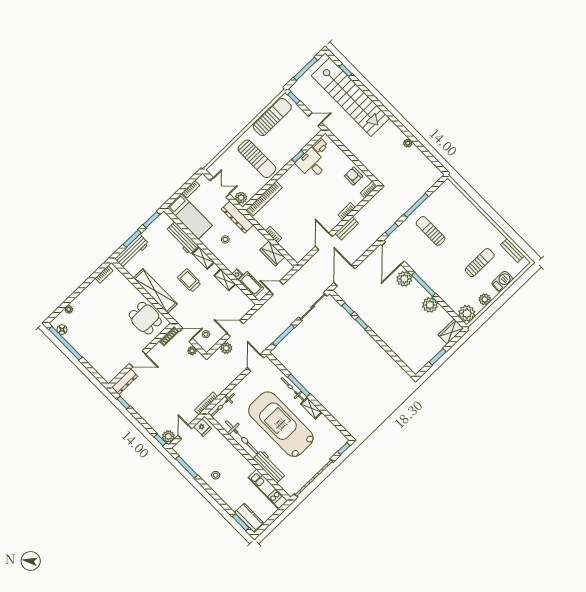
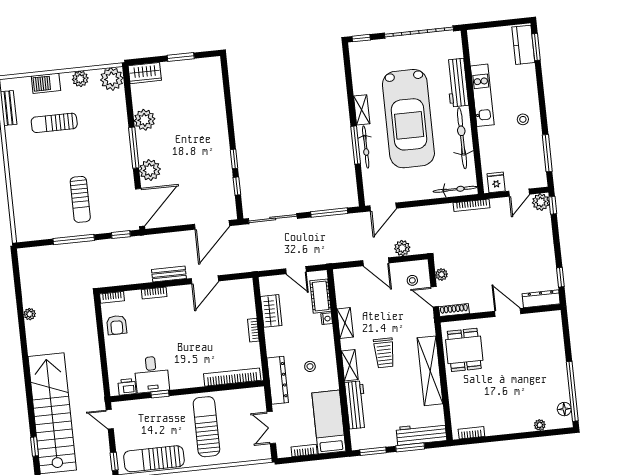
plant: (241, 198) -> (257, 398), removed
kitchen unit: (268, 489) -> (482, 95), moved

